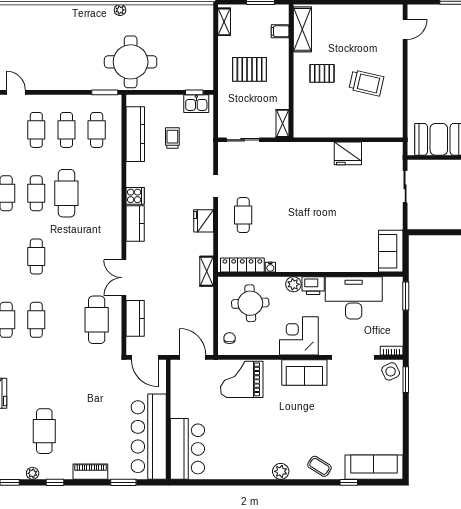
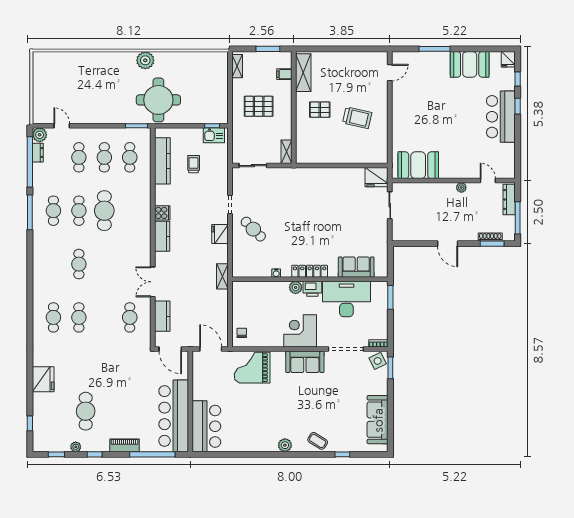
plant: (120, 10) -> (145, 60), width x1.88, depth x1.88
fridge: (348, 153) -> (376, 177), moved
cafe table: (243, 215) -> (253, 229), turned -45
sofa: (391, 251) -> (356, 267), moved, turned 90
locker: (242, 265) -> (310, 271), moved
round table: (250, 303) -> (259, 303), removed
cafe table: (97, 320) -> (130, 317), width x0.73, depth x0.74
sofa: (374, 467) -> (378, 420), moved, turned -90
window: (123, 482) -> (152, 454), width x2.11

